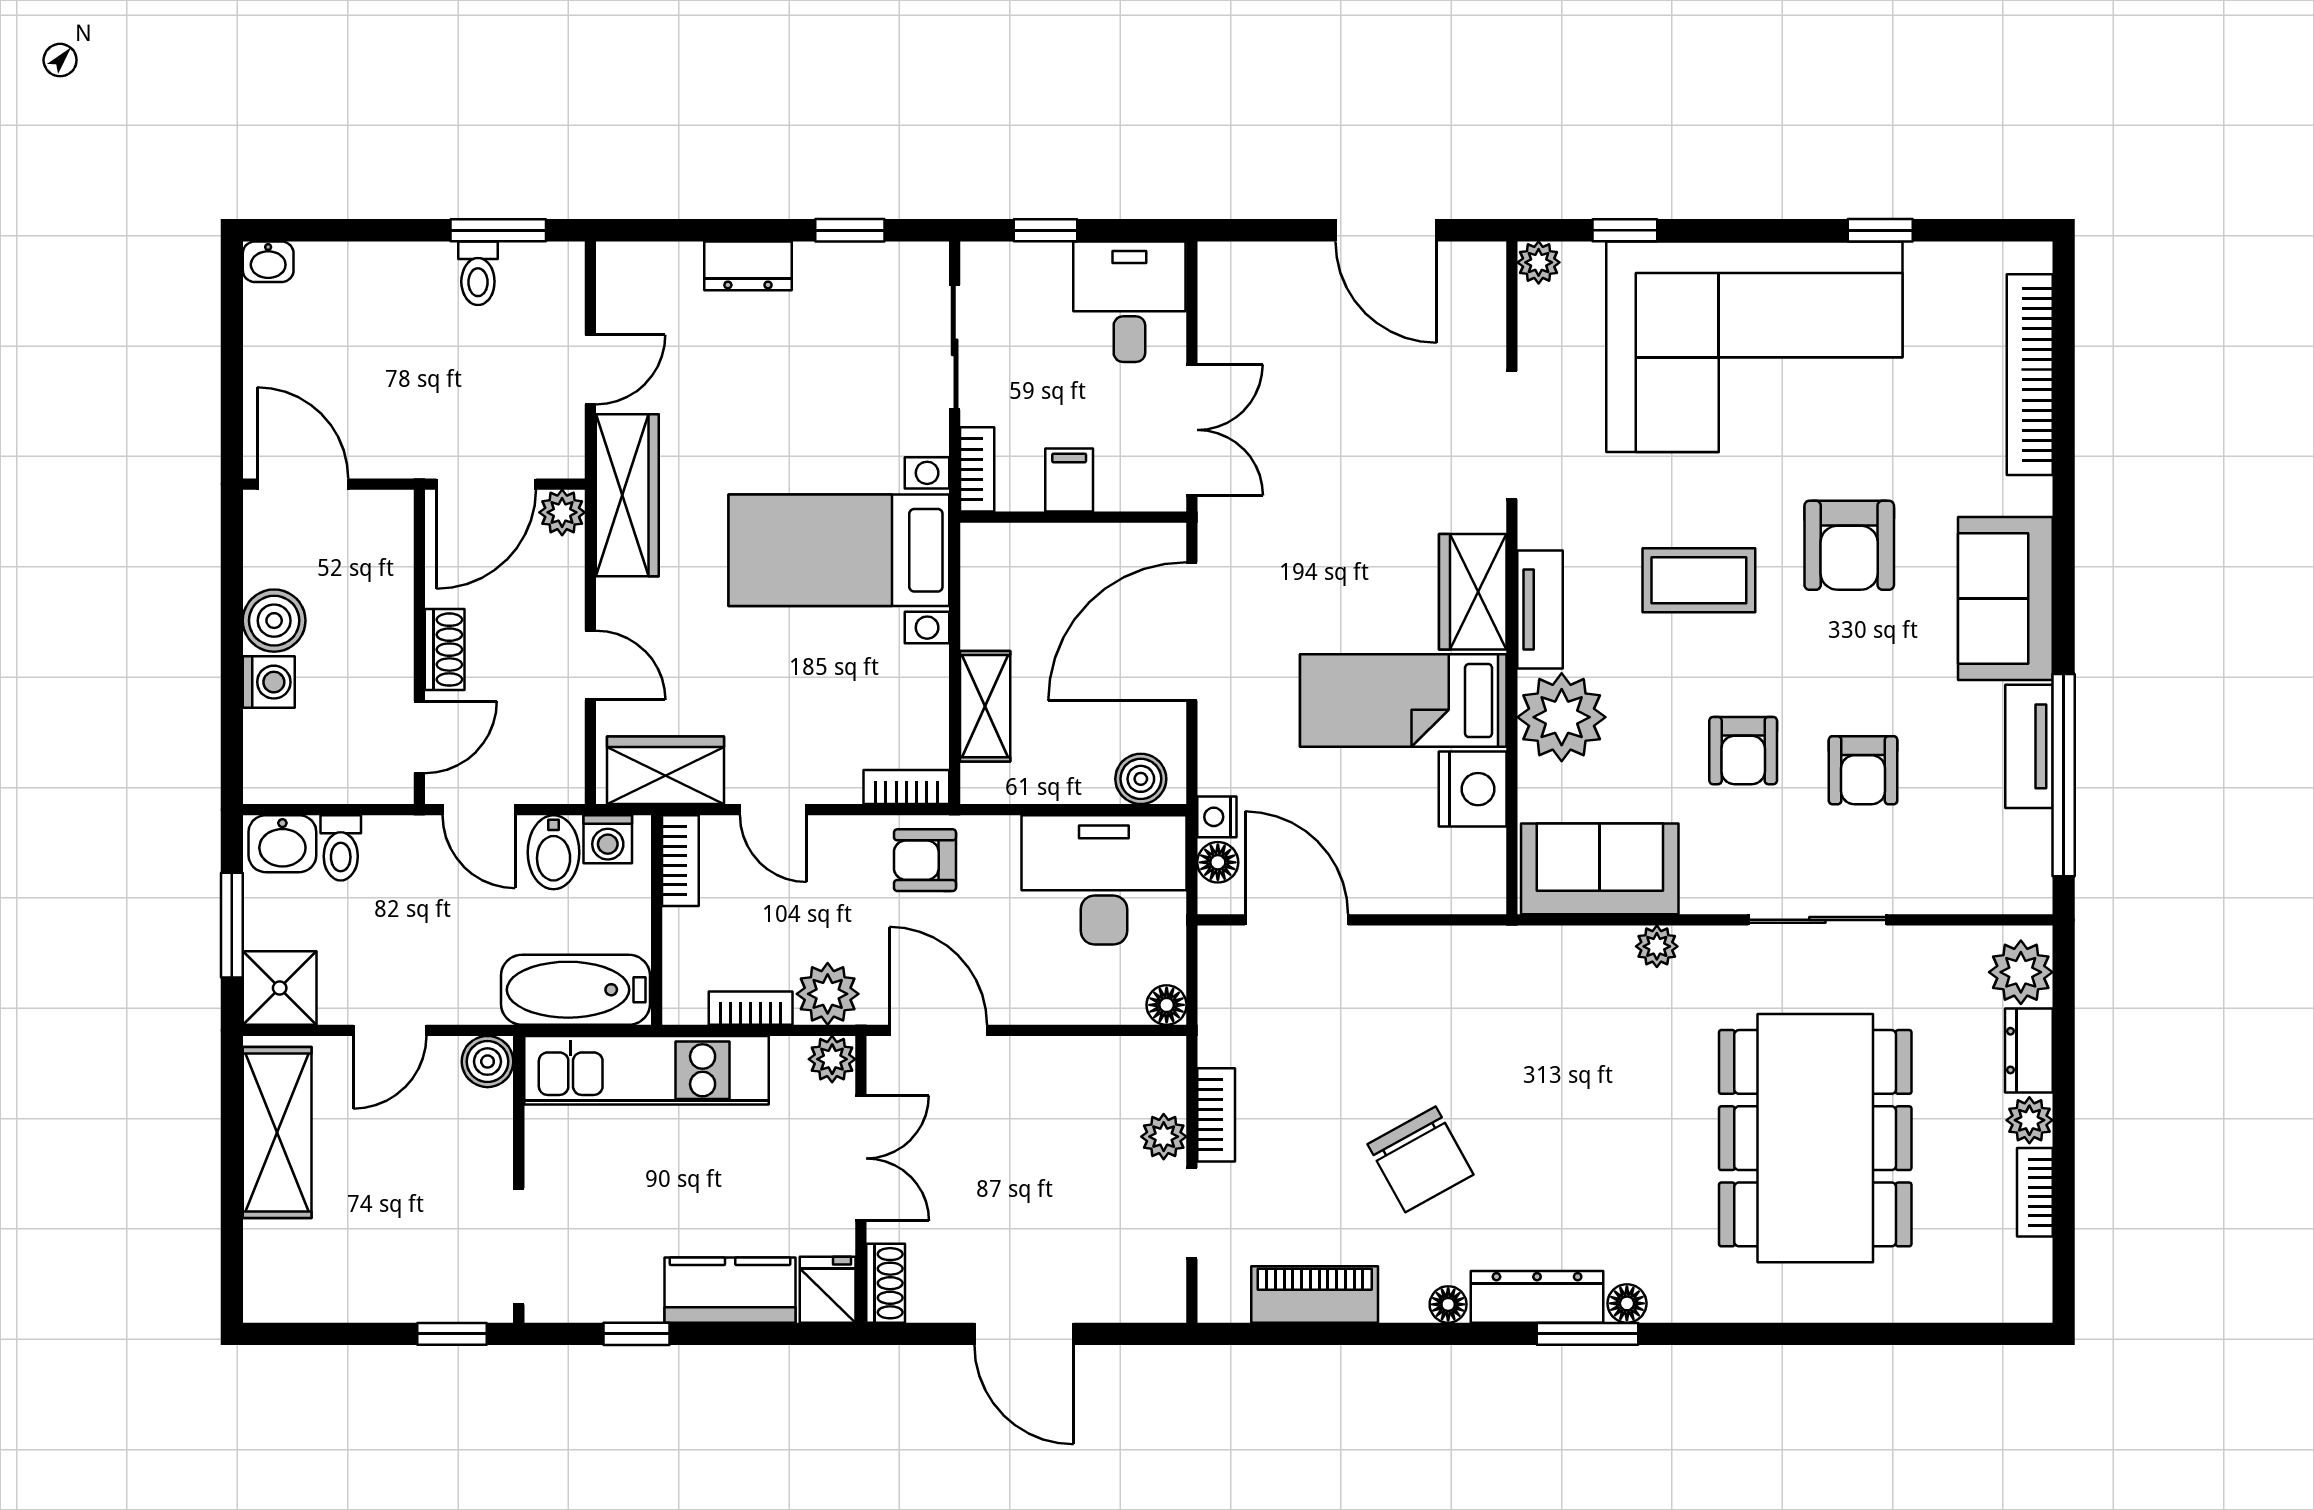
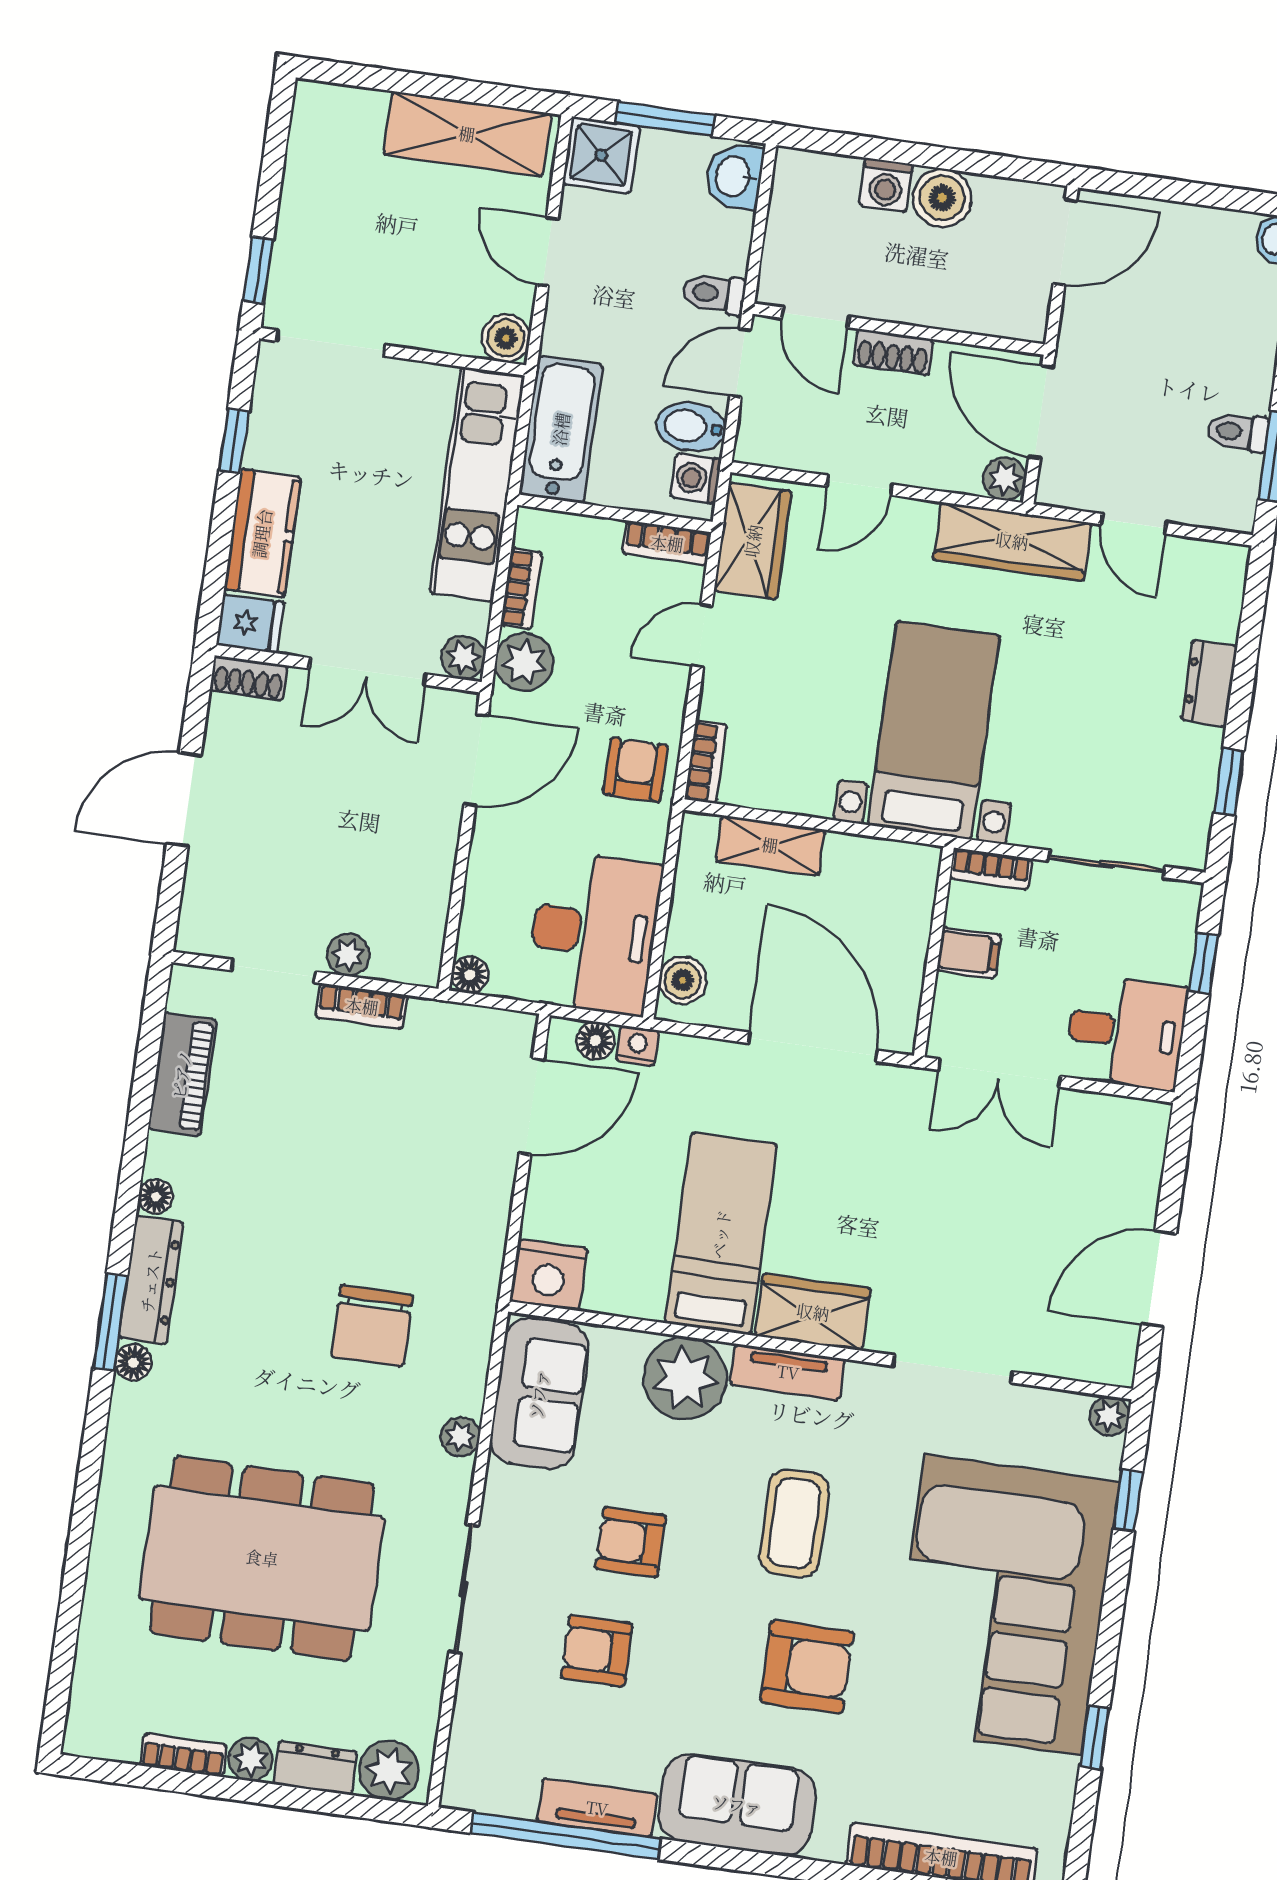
armchair: (1849, 545) -> (807, 1667), turned 180
nightstand: (1473, 789) -> (549, 1275), moved
toilet: (341, 848) -> (714, 294), moved
chair: (1420, 1159) -> (372, 1326), moved, turned -61

